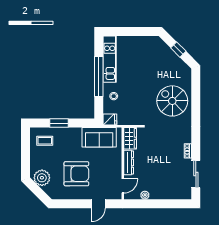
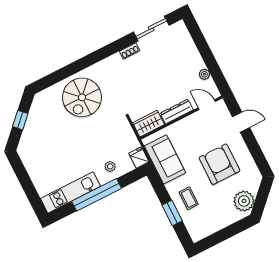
coffee table: (45, 141) -> (189, 198), moved

